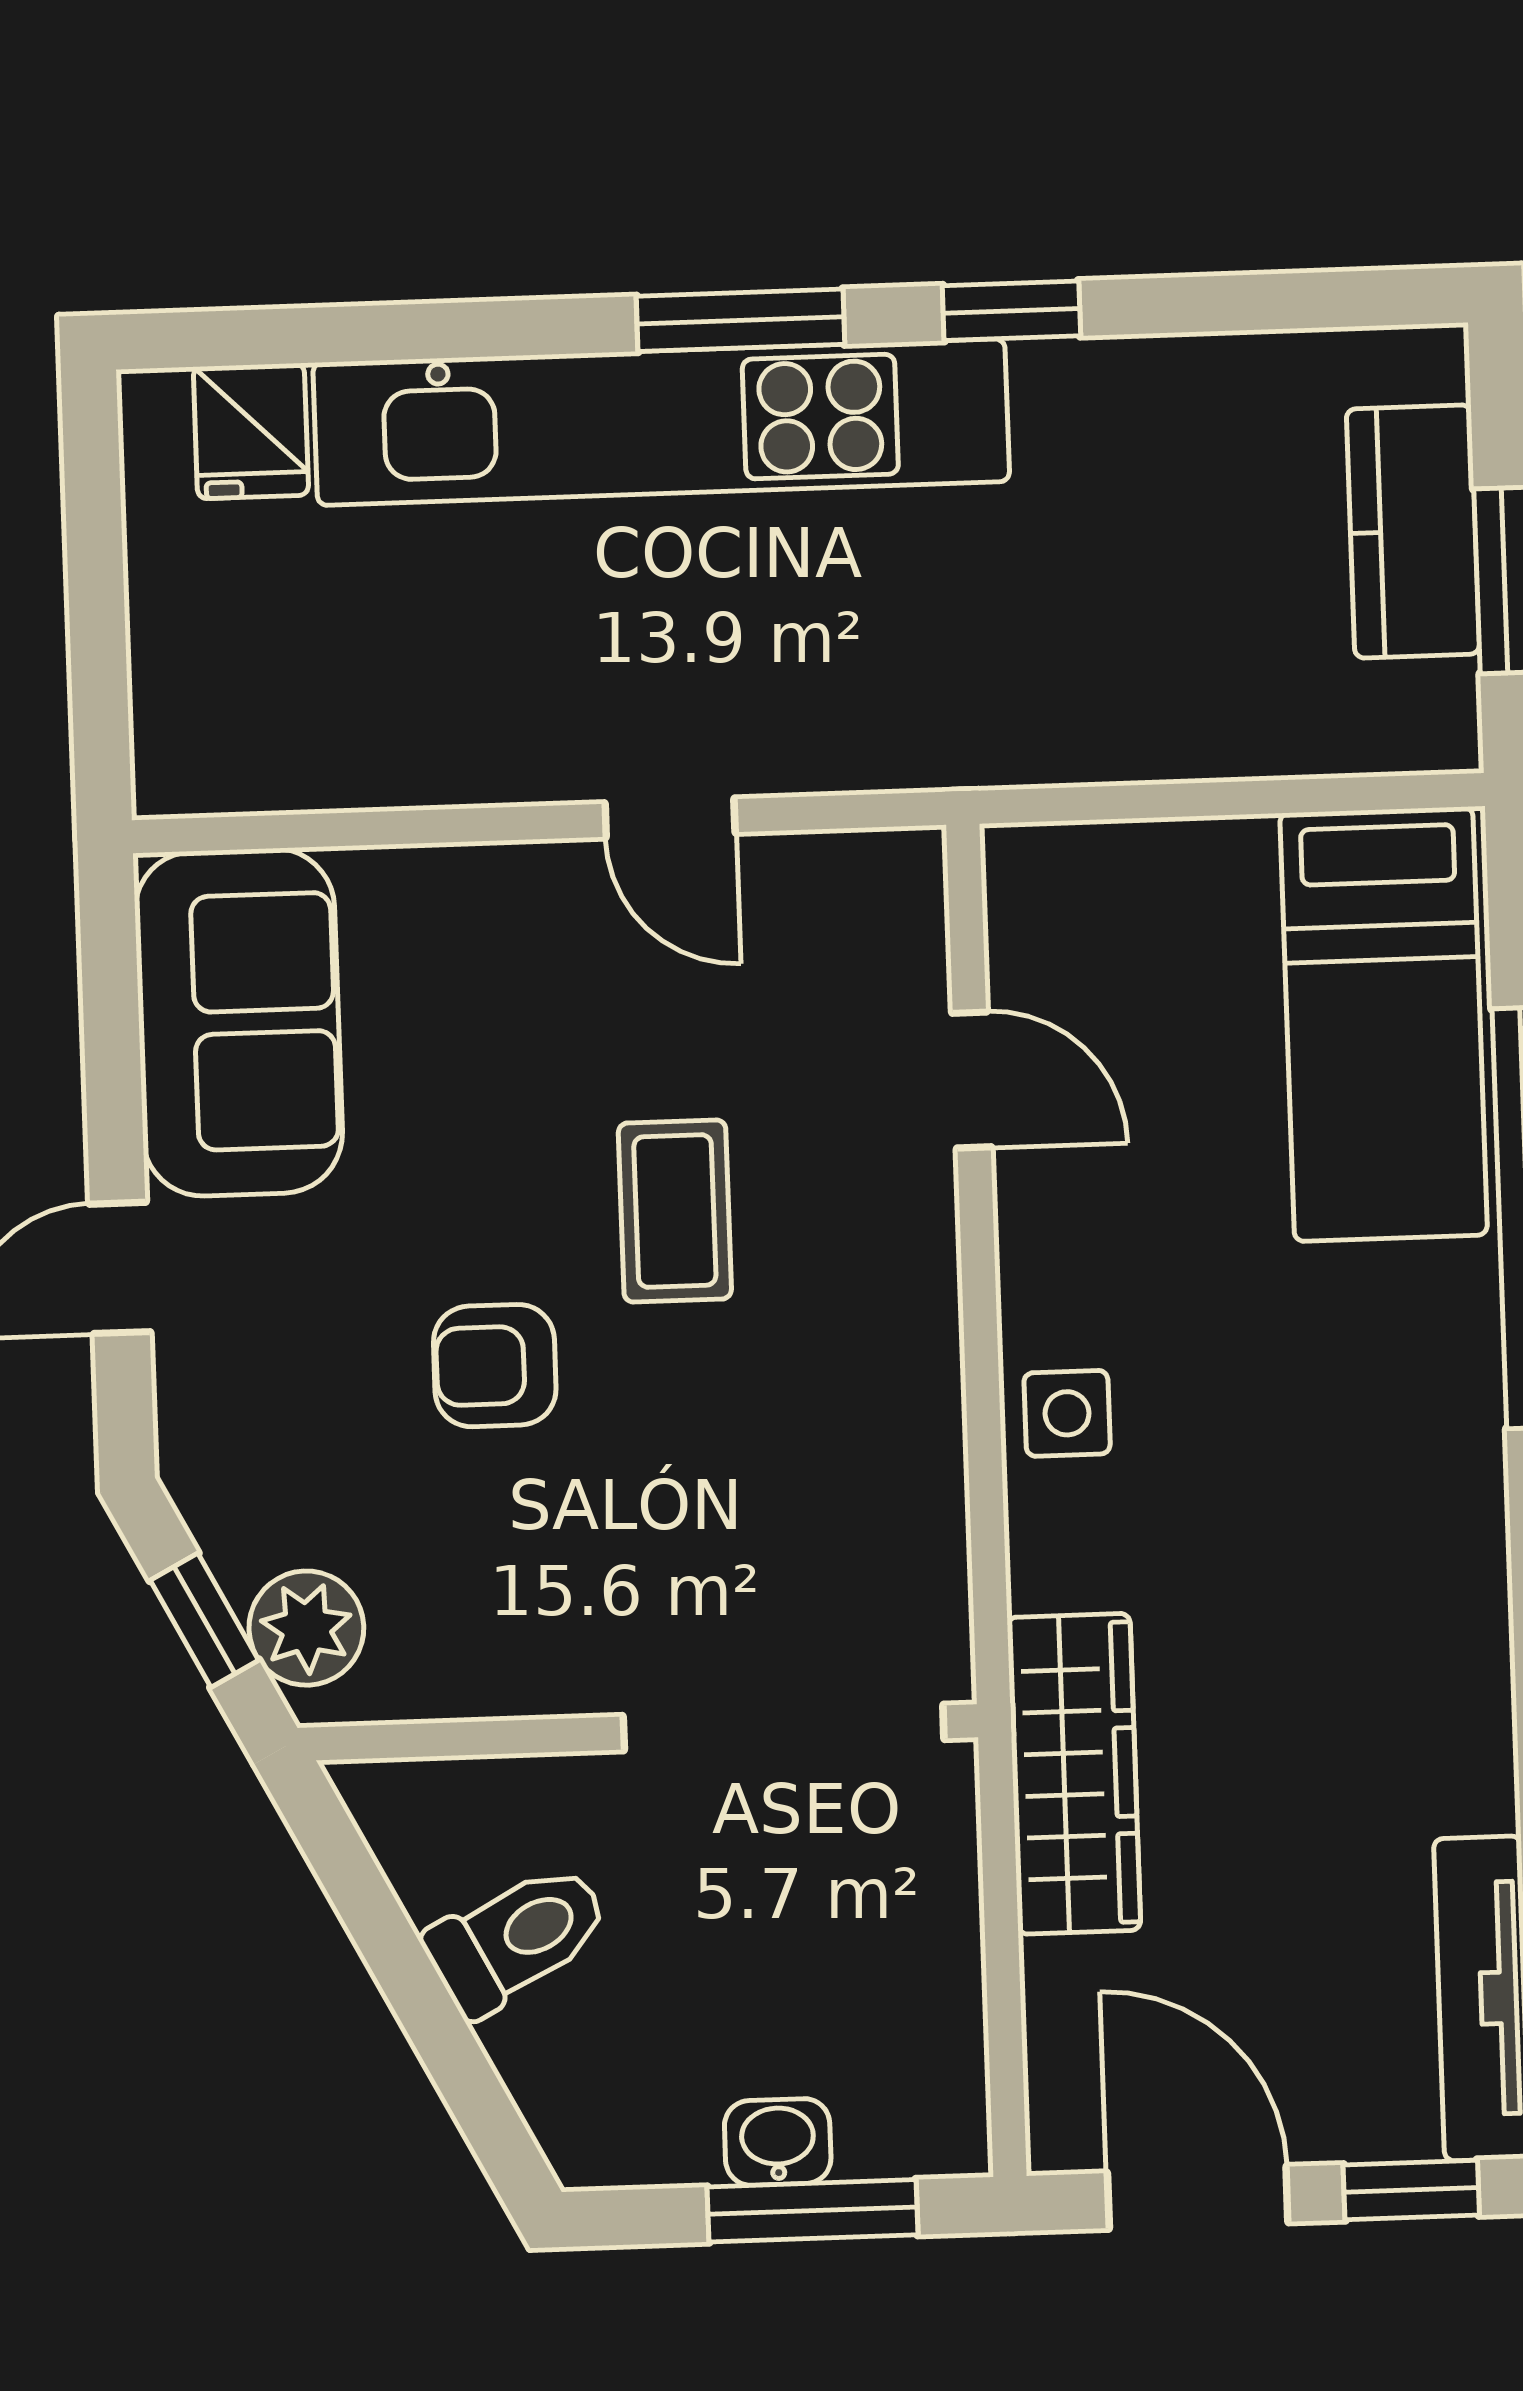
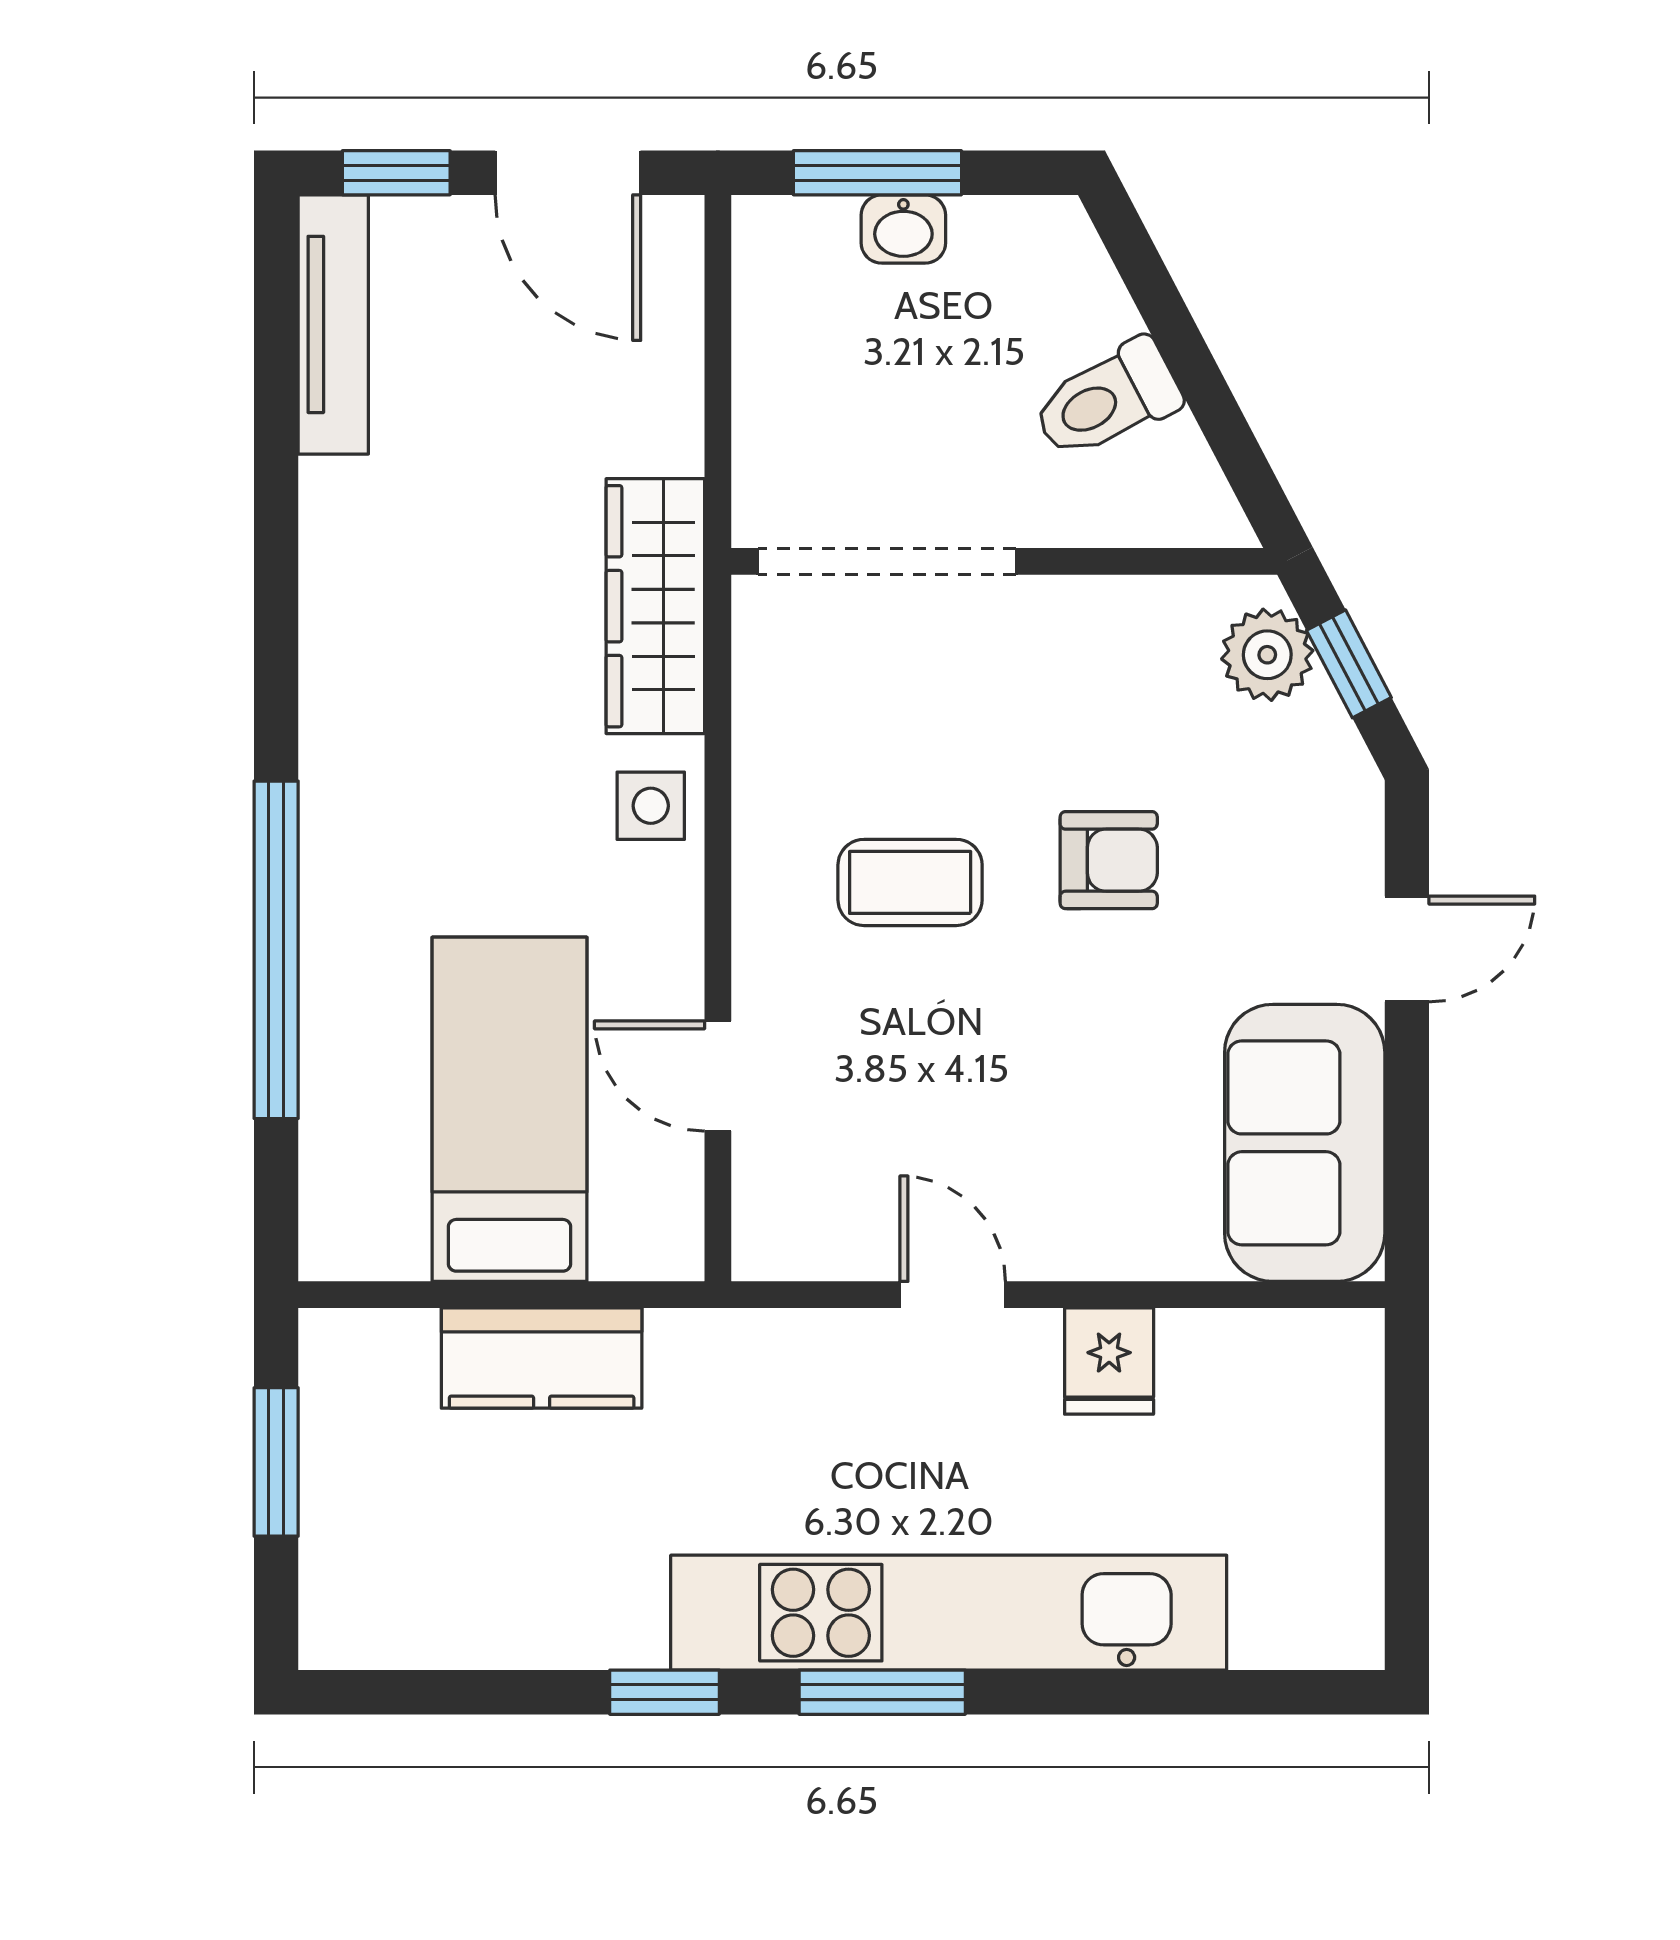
fridge: (251, 431) -> (1109, 1361), moved, turned 180
kitchen counter: (1413, 531) -> (542, 1358), moved, turned 90
bed: (1384, 1024) -> (510, 1109), moved
coffee table: (675, 1211) -> (910, 882), moved, turned 90
wardrobe: (1074, 1774) -> (655, 606), moved

